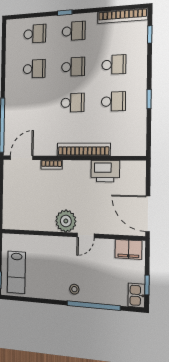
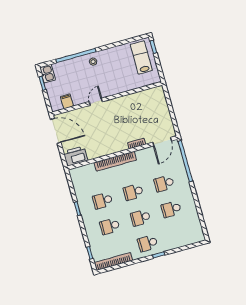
school desk: (35, 34) -> (164, 183), moved
printer: (105, 171) -> (76, 156), moved
plant: (66, 221) -> (114, 107), removed
filing cabinet: (128, 249) -> (67, 101), width x0.50

